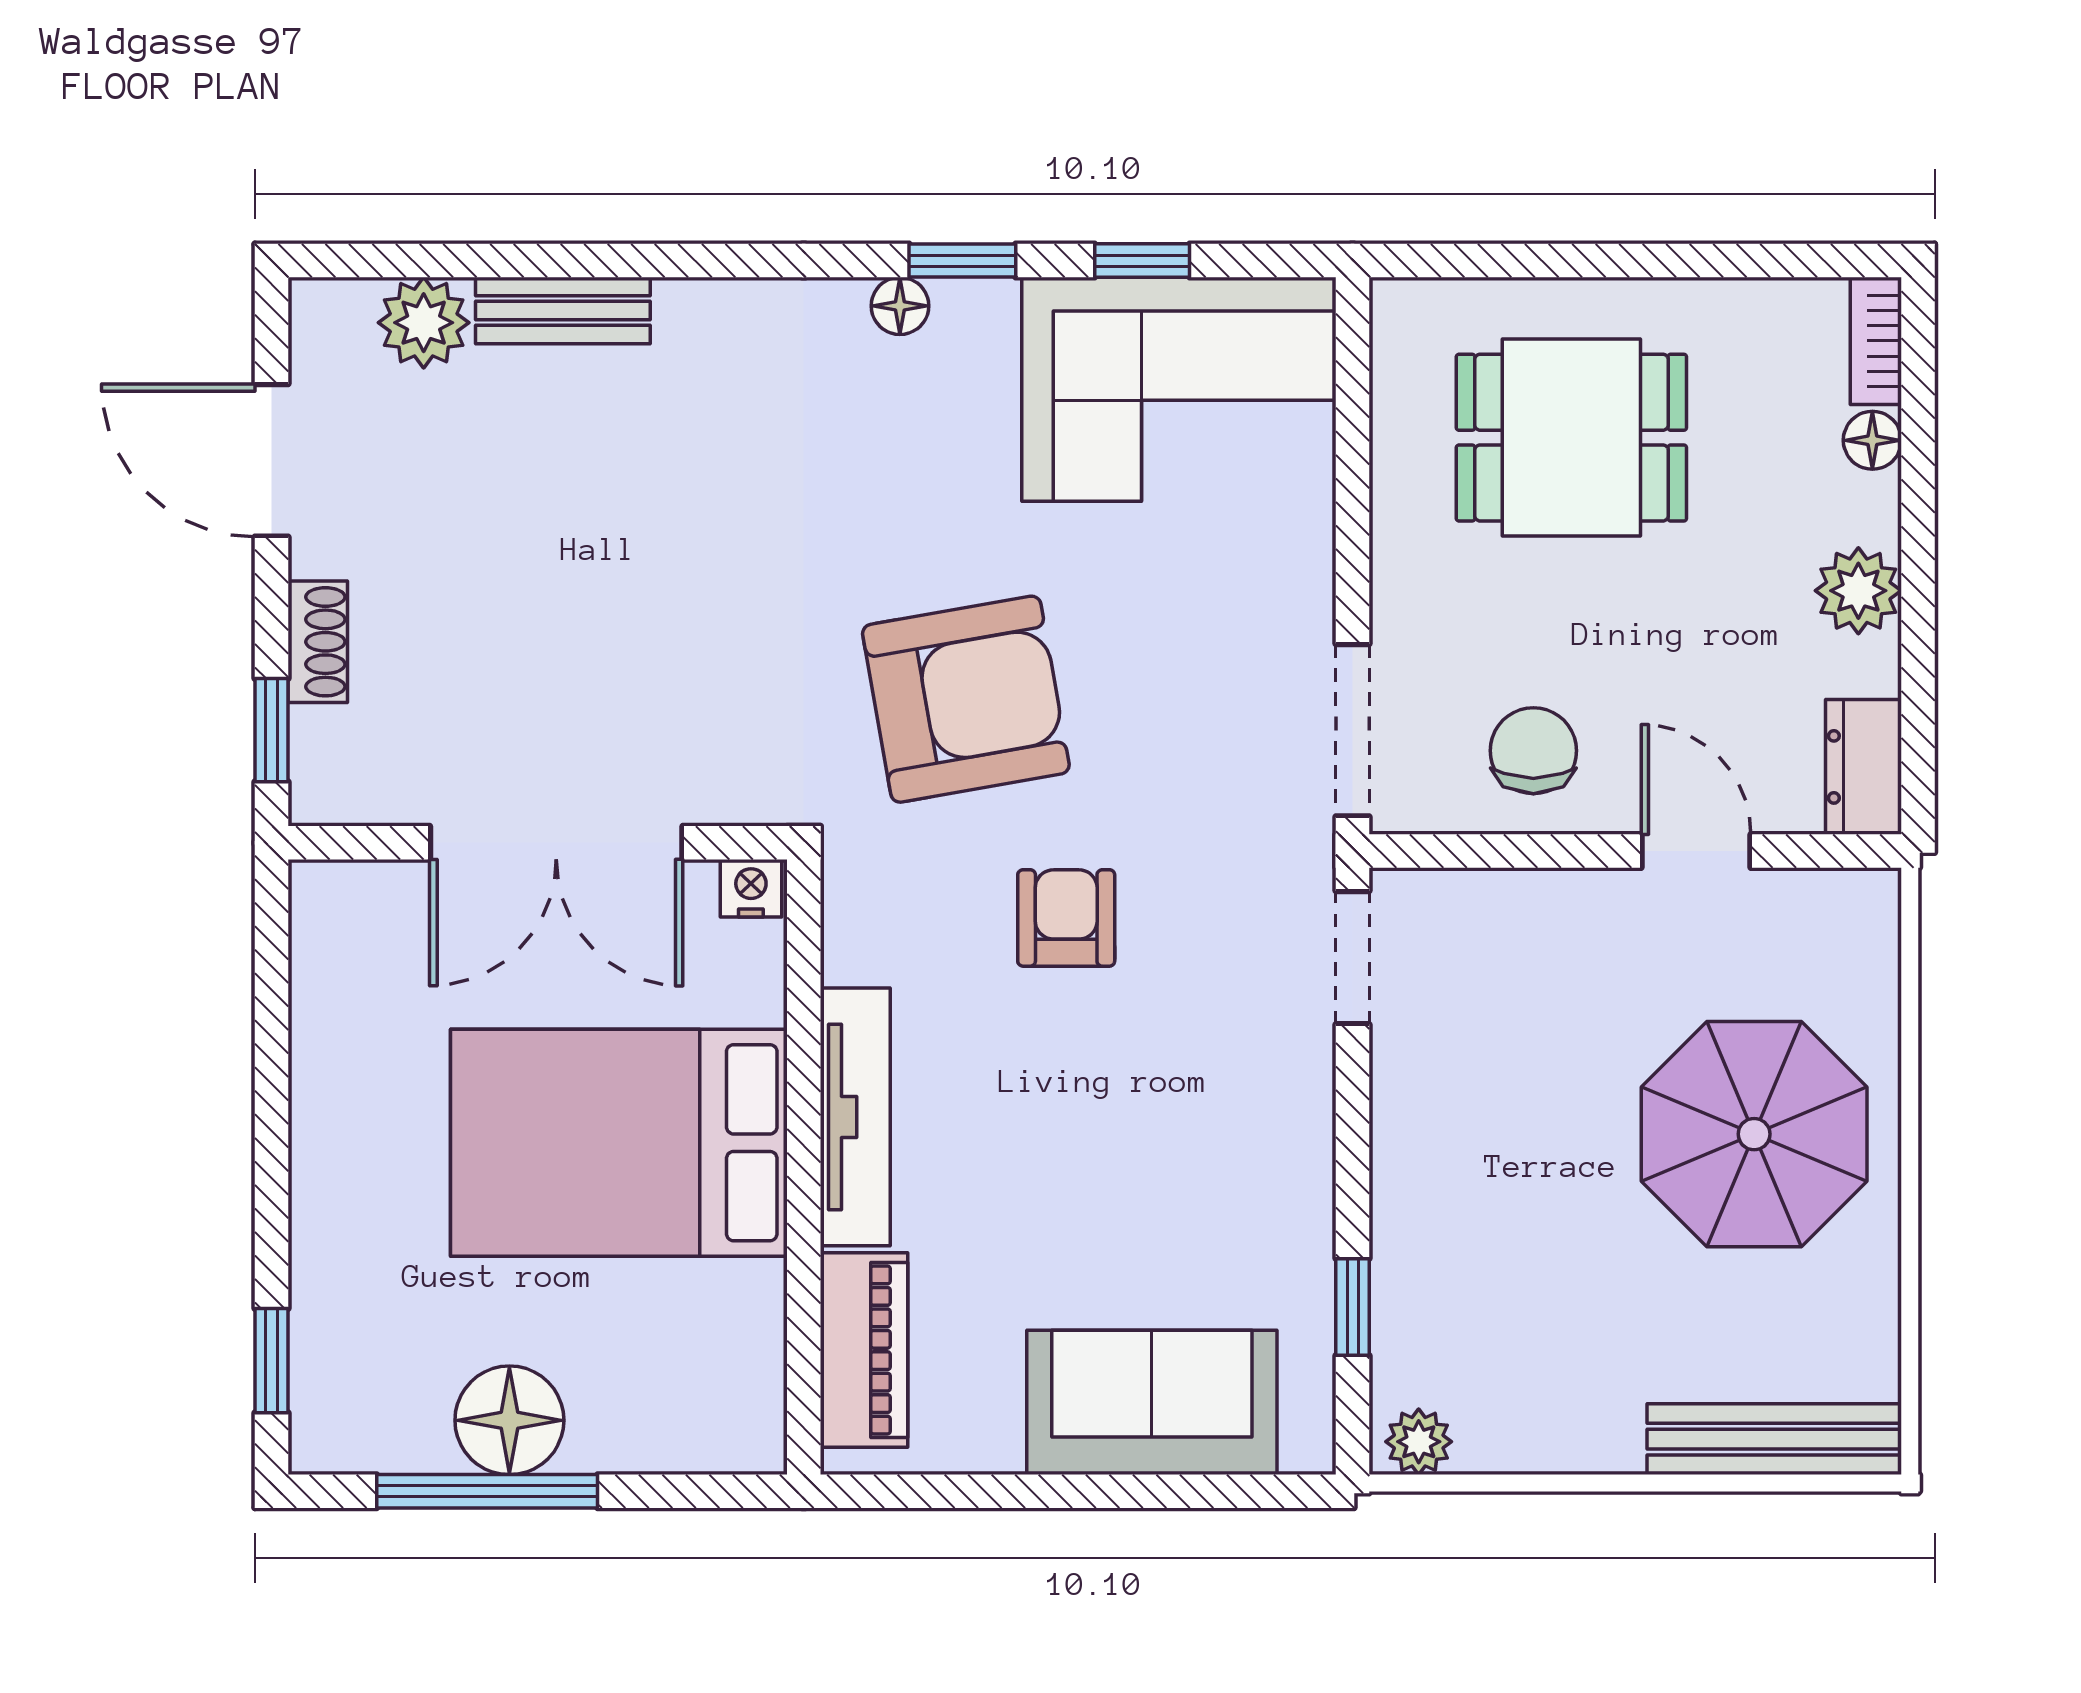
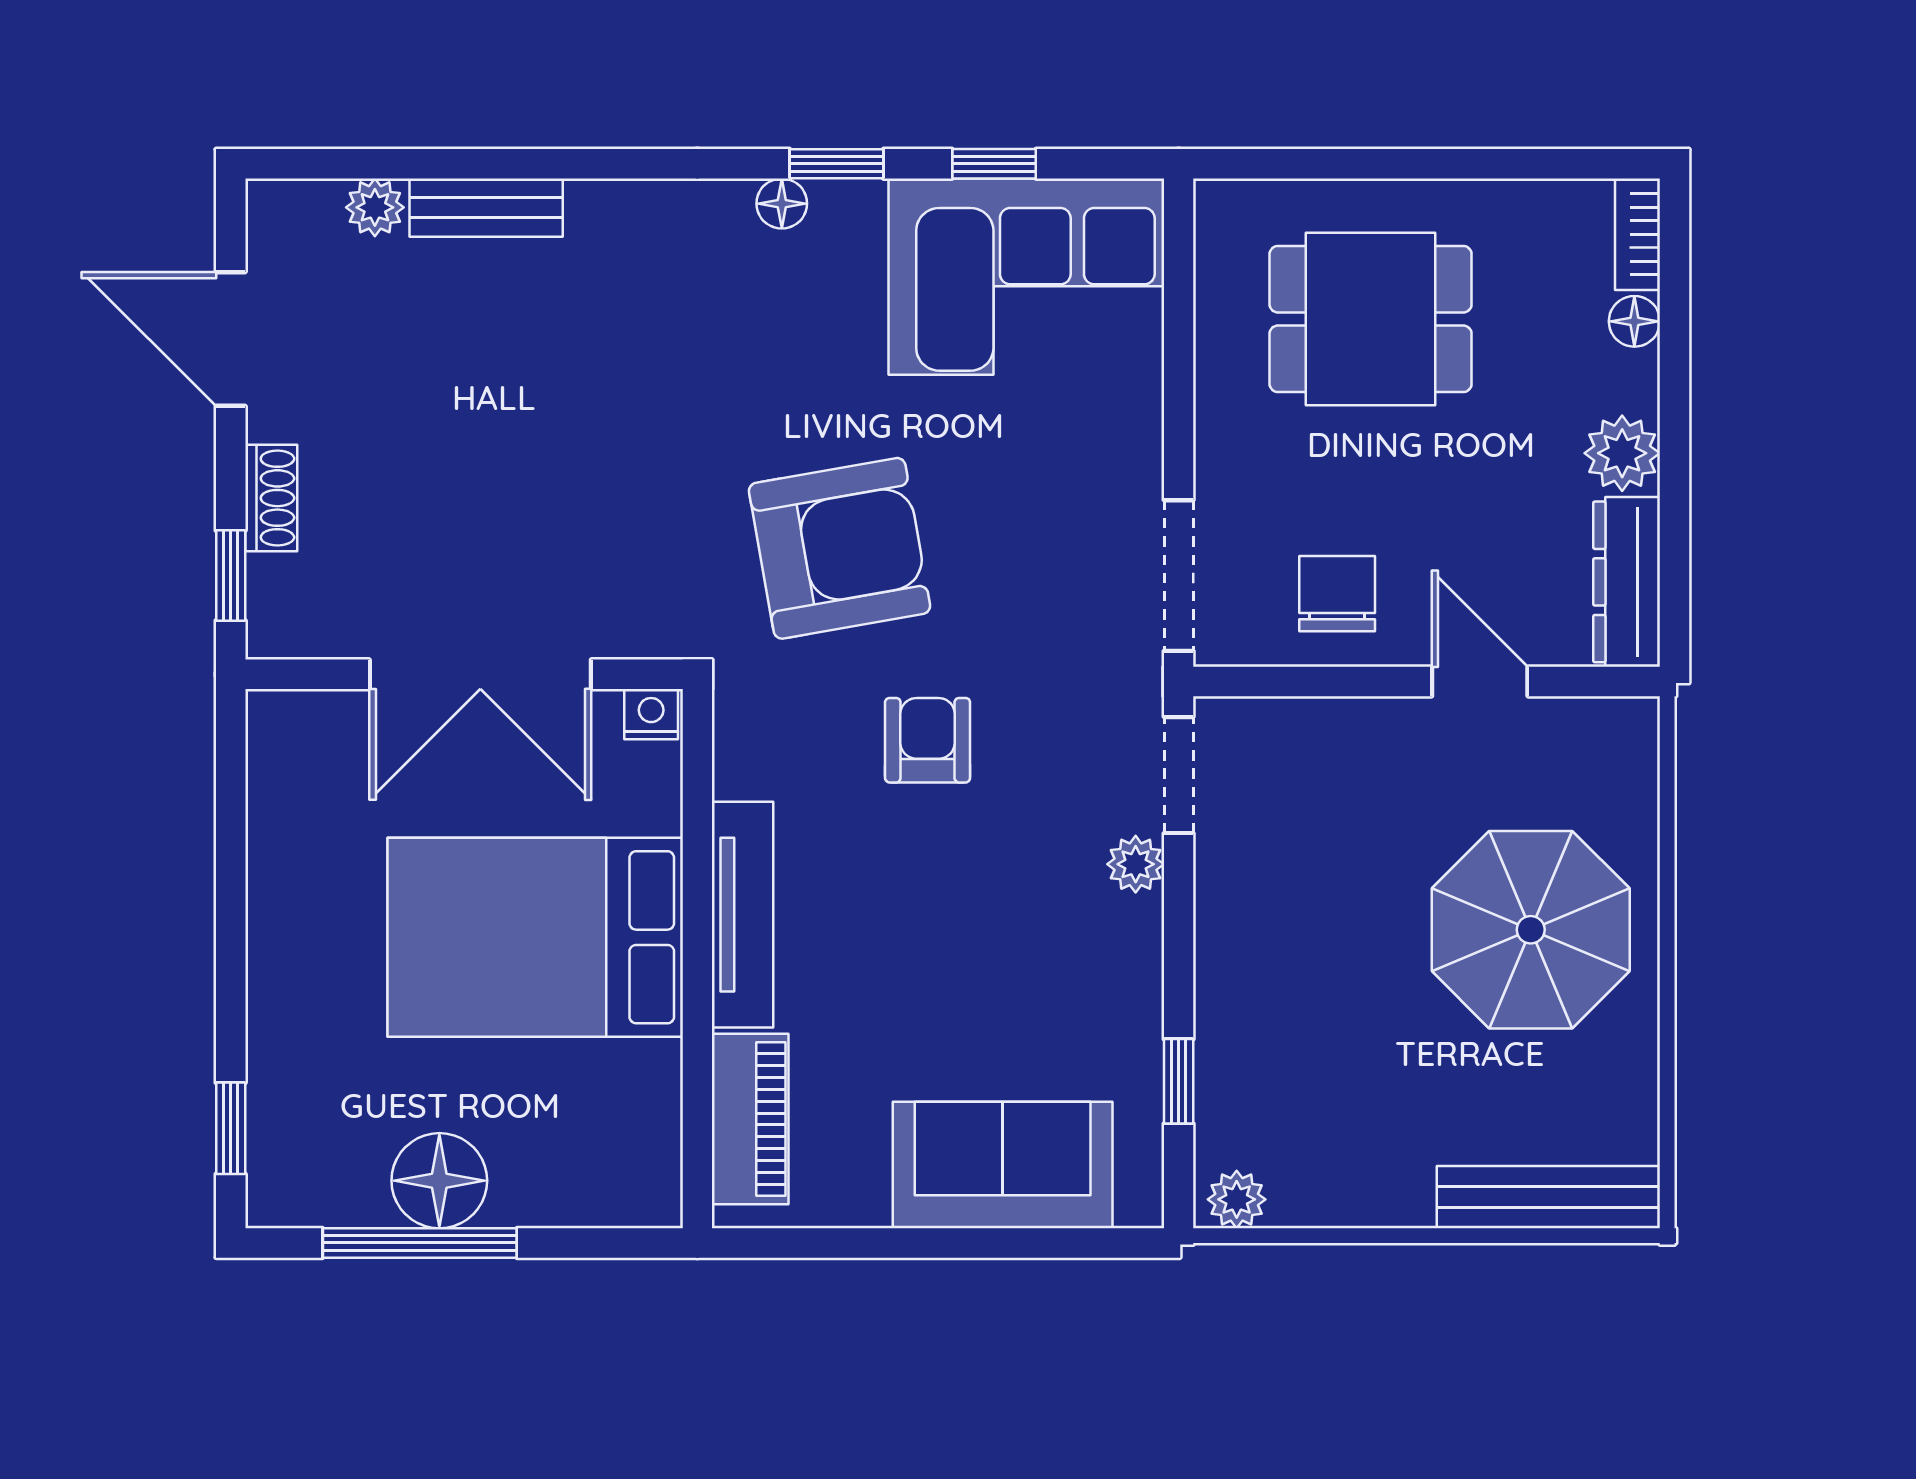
plant: (424, 323) -> (375, 207), width x0.73, depth x0.73
dresser: (1863, 767) -> (1627, 582), width x1.44
plant: (1303, 1059) -> (1136, 864), added

